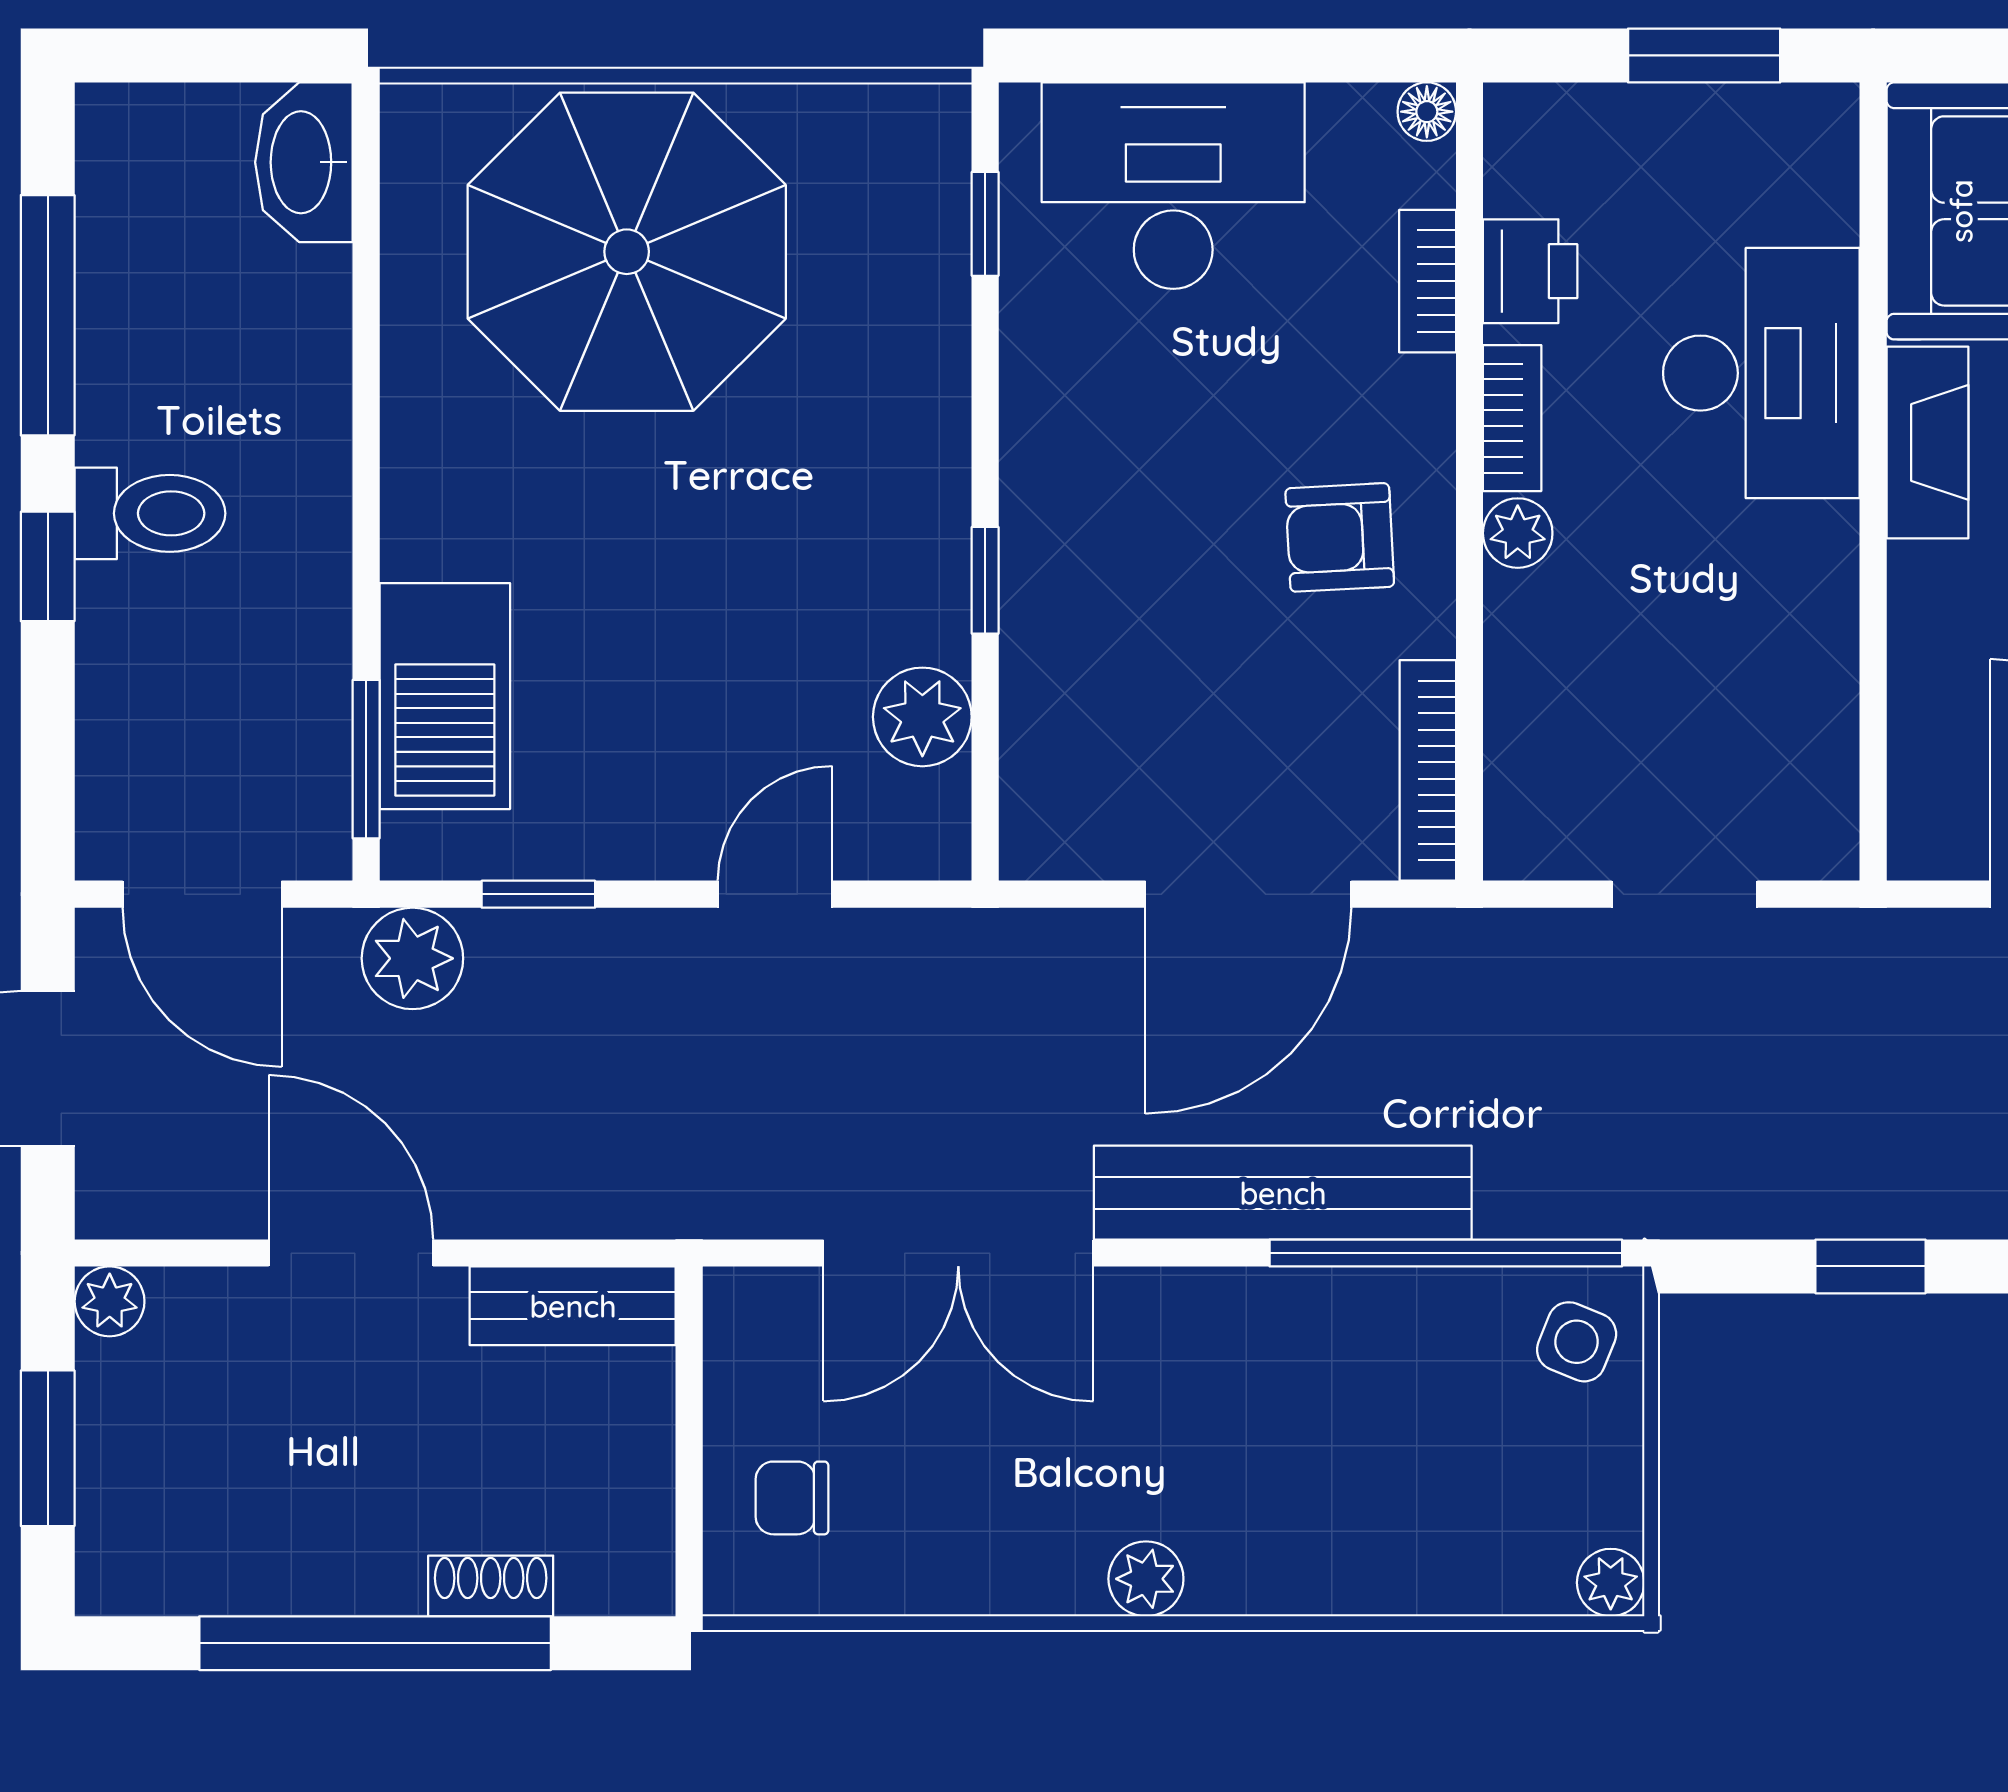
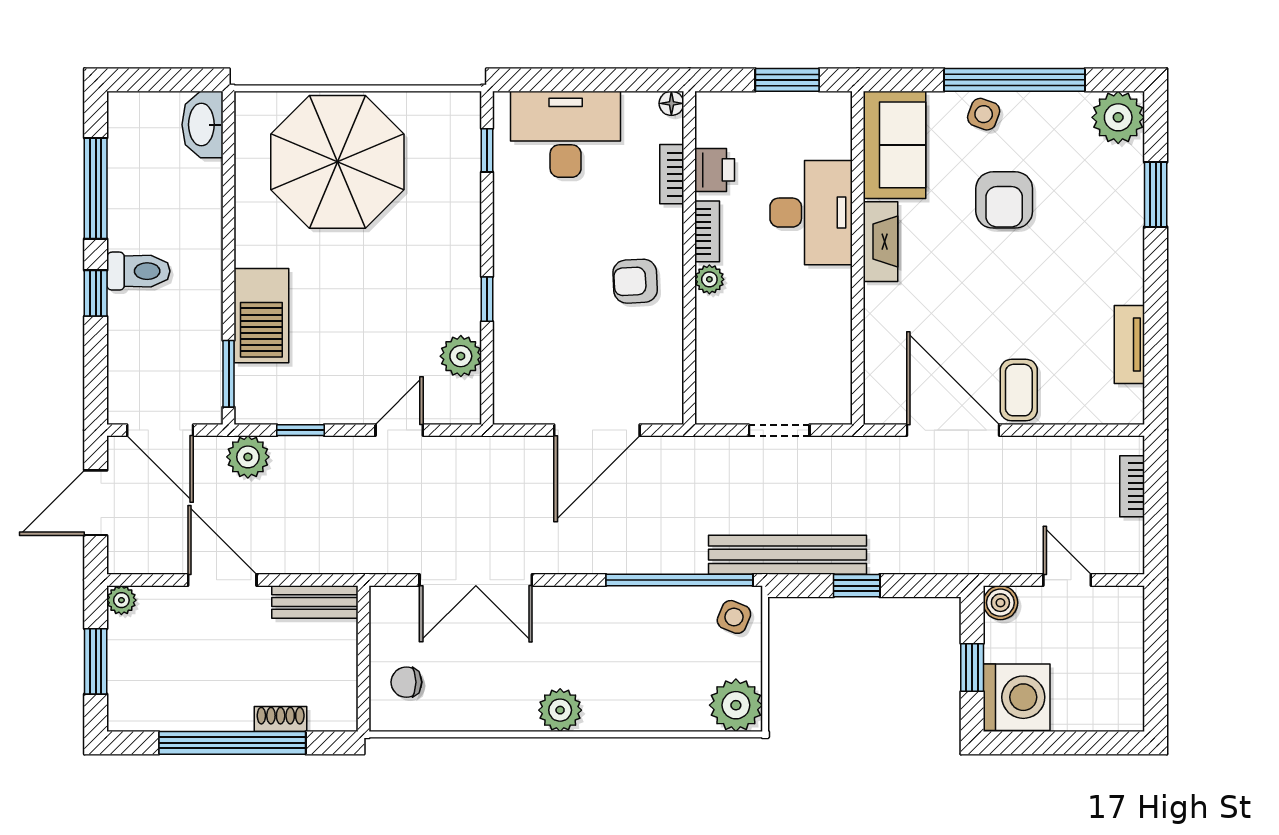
barbecue: (445, 696) -> (261, 316), moved
bookcase: (1428, 770) -> (672, 378), removed
bench: (1283, 1193) -> (788, 555), moved
plant: (1146, 1579) -> (560, 710), width x1.38, depth x1.38
plant: (1611, 1583) -> (736, 705), width x1.88, depth x1.88

